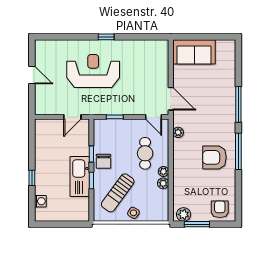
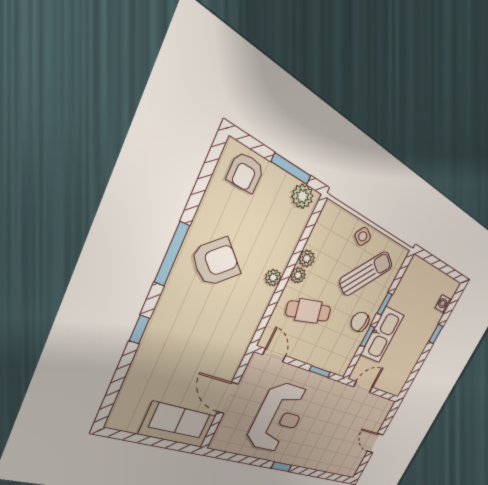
reception desk: (93, 71) -> (278, 418), moved, turned -90
door: (171, 99) -> (228, 398), moved
window: (238, 104) -> (139, 330), width x0.46
plant: (178, 132) -> (273, 278), moved
cafe table: (145, 153) -> (308, 311), turned 76
armchair: (214, 157) -> (216, 262), turned -45
chair: (103, 161) -> (360, 322), turned -83
kitchen sink: (80, 177) -> (382, 335), moved

